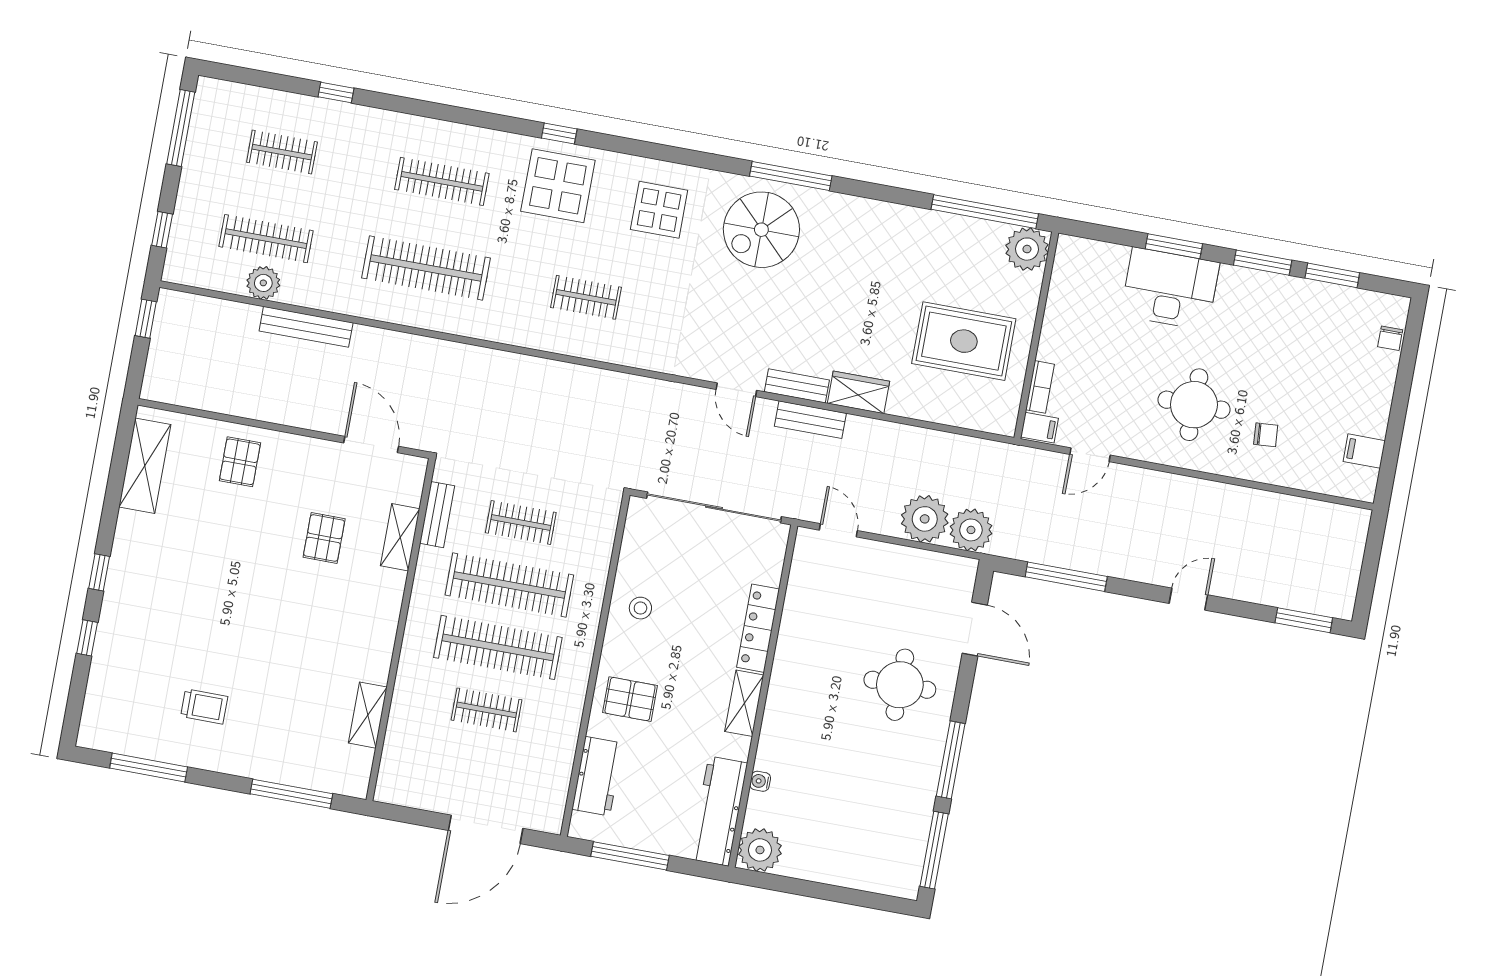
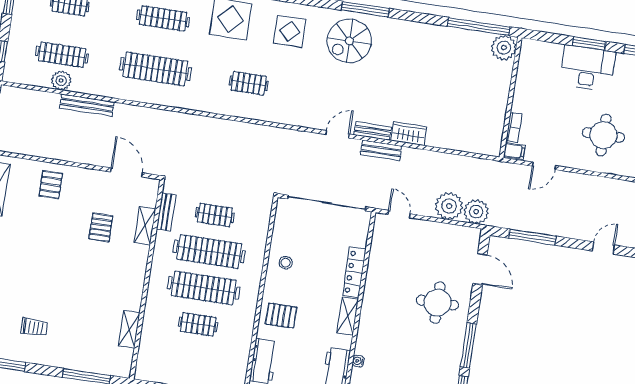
rug: (964, 341) -> (469, 102), removed
door: (736, 390) -> (338, 134), swing flipped

